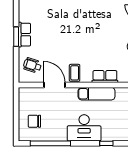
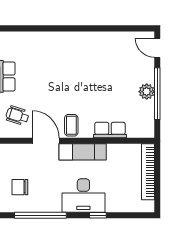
exam couch: (97, 94) -> (83, 152), moved
window: (106, 143) -> (98, 215), moved

